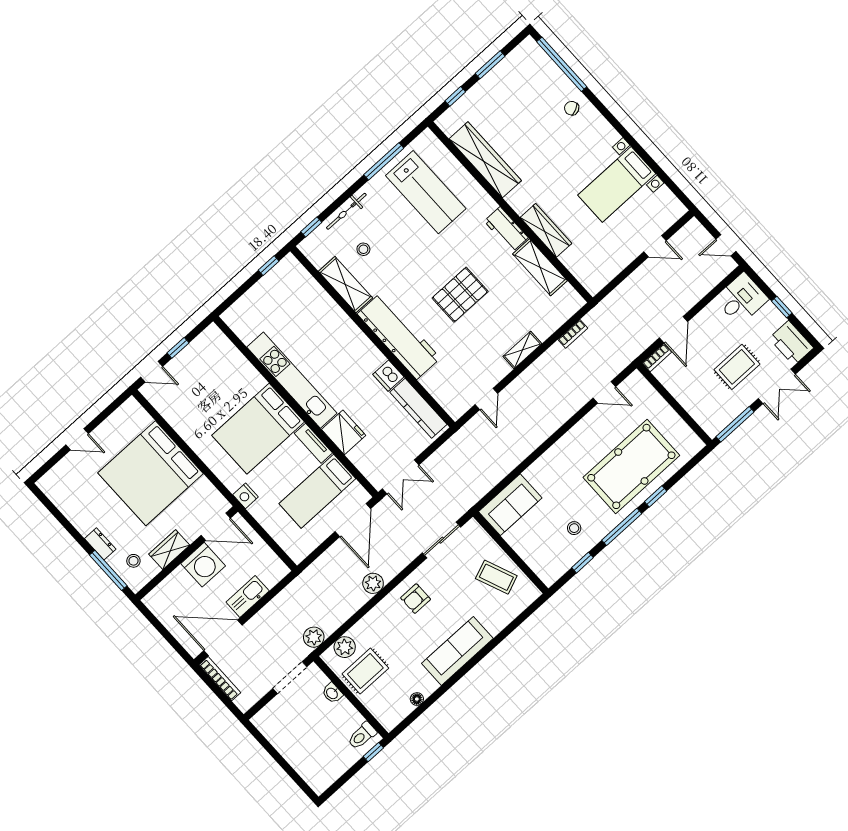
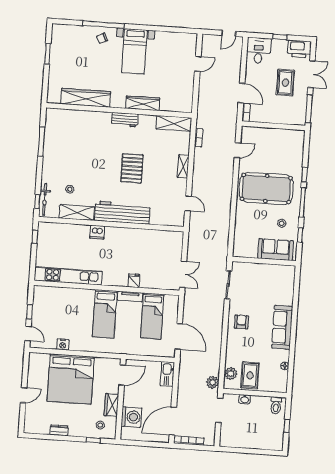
window: (562, 64) -> (103, 25), moved
window: (455, 96) -> (46, 82), removed
bed with nightstands: (617, 184) -> (134, 51), moved
lab bench: (426, 192) -> (73, 137), removed
bicycle: (346, 211) -> (45, 199), moved
shelving: (540, 267) -> (174, 123), moved
door: (152, 372) -> (28, 334), hinge flipped
dishwasher: (388, 376) -> (97, 232), moved
kitchen unit: (292, 380) -> (68, 276), moved
kitchen counter: (418, 408) -> (162, 236), removed
bed: (258, 429) -> (105, 314), width x0.67
fridge: (344, 432) -> (134, 281), width x0.53, depth x0.75
pool table: (631, 466) -> (266, 188), moved, turned 90
nightstand: (245, 496) -> (63, 344), moved
sofa: (510, 505) -> (276, 250), moved, turned -90
door: (353, 520) -> (179, 336), moved
dresser: (100, 544) -> (59, 430), moved
washing machine: (203, 565) -> (131, 417), moved
window: (108, 570) -> (93, 440), width x0.46
coffee table: (496, 577) -> (268, 278), removed
plant: (373, 583) -> (216, 333), removed
kitchen sink: (248, 596) -> (167, 374), moved
armchair: (416, 599) -> (241, 322), turned 180
window: (373, 752) -> (287, 426), moved

